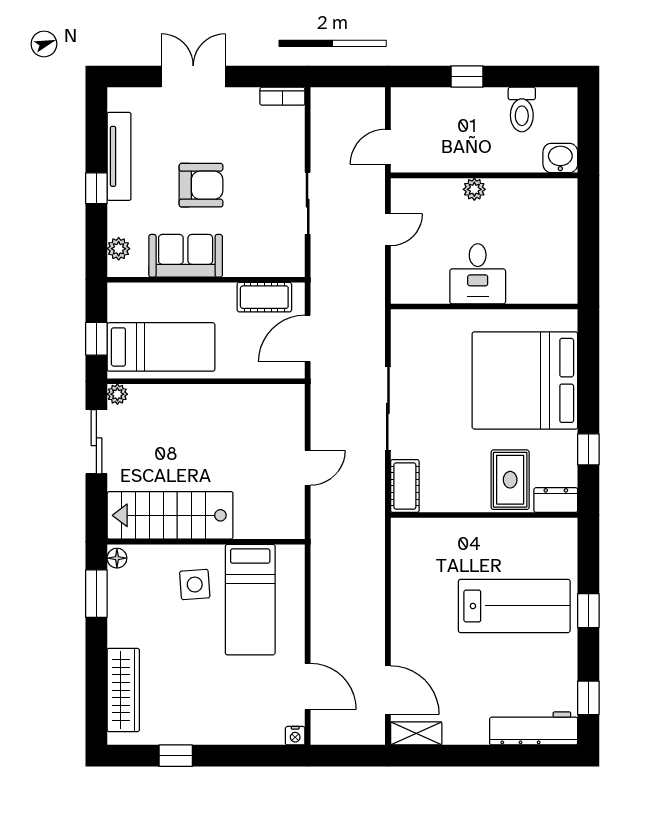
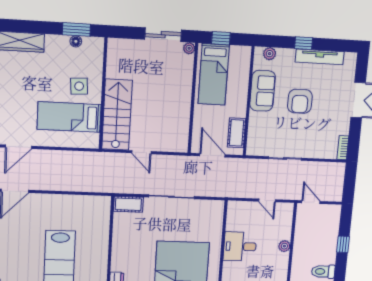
rug: (510, 480) -> (129, 260), removed
stairs: (170, 515) -> (117, 115), moved
floor lamp: (117, 558) -> (76, 41), moved

